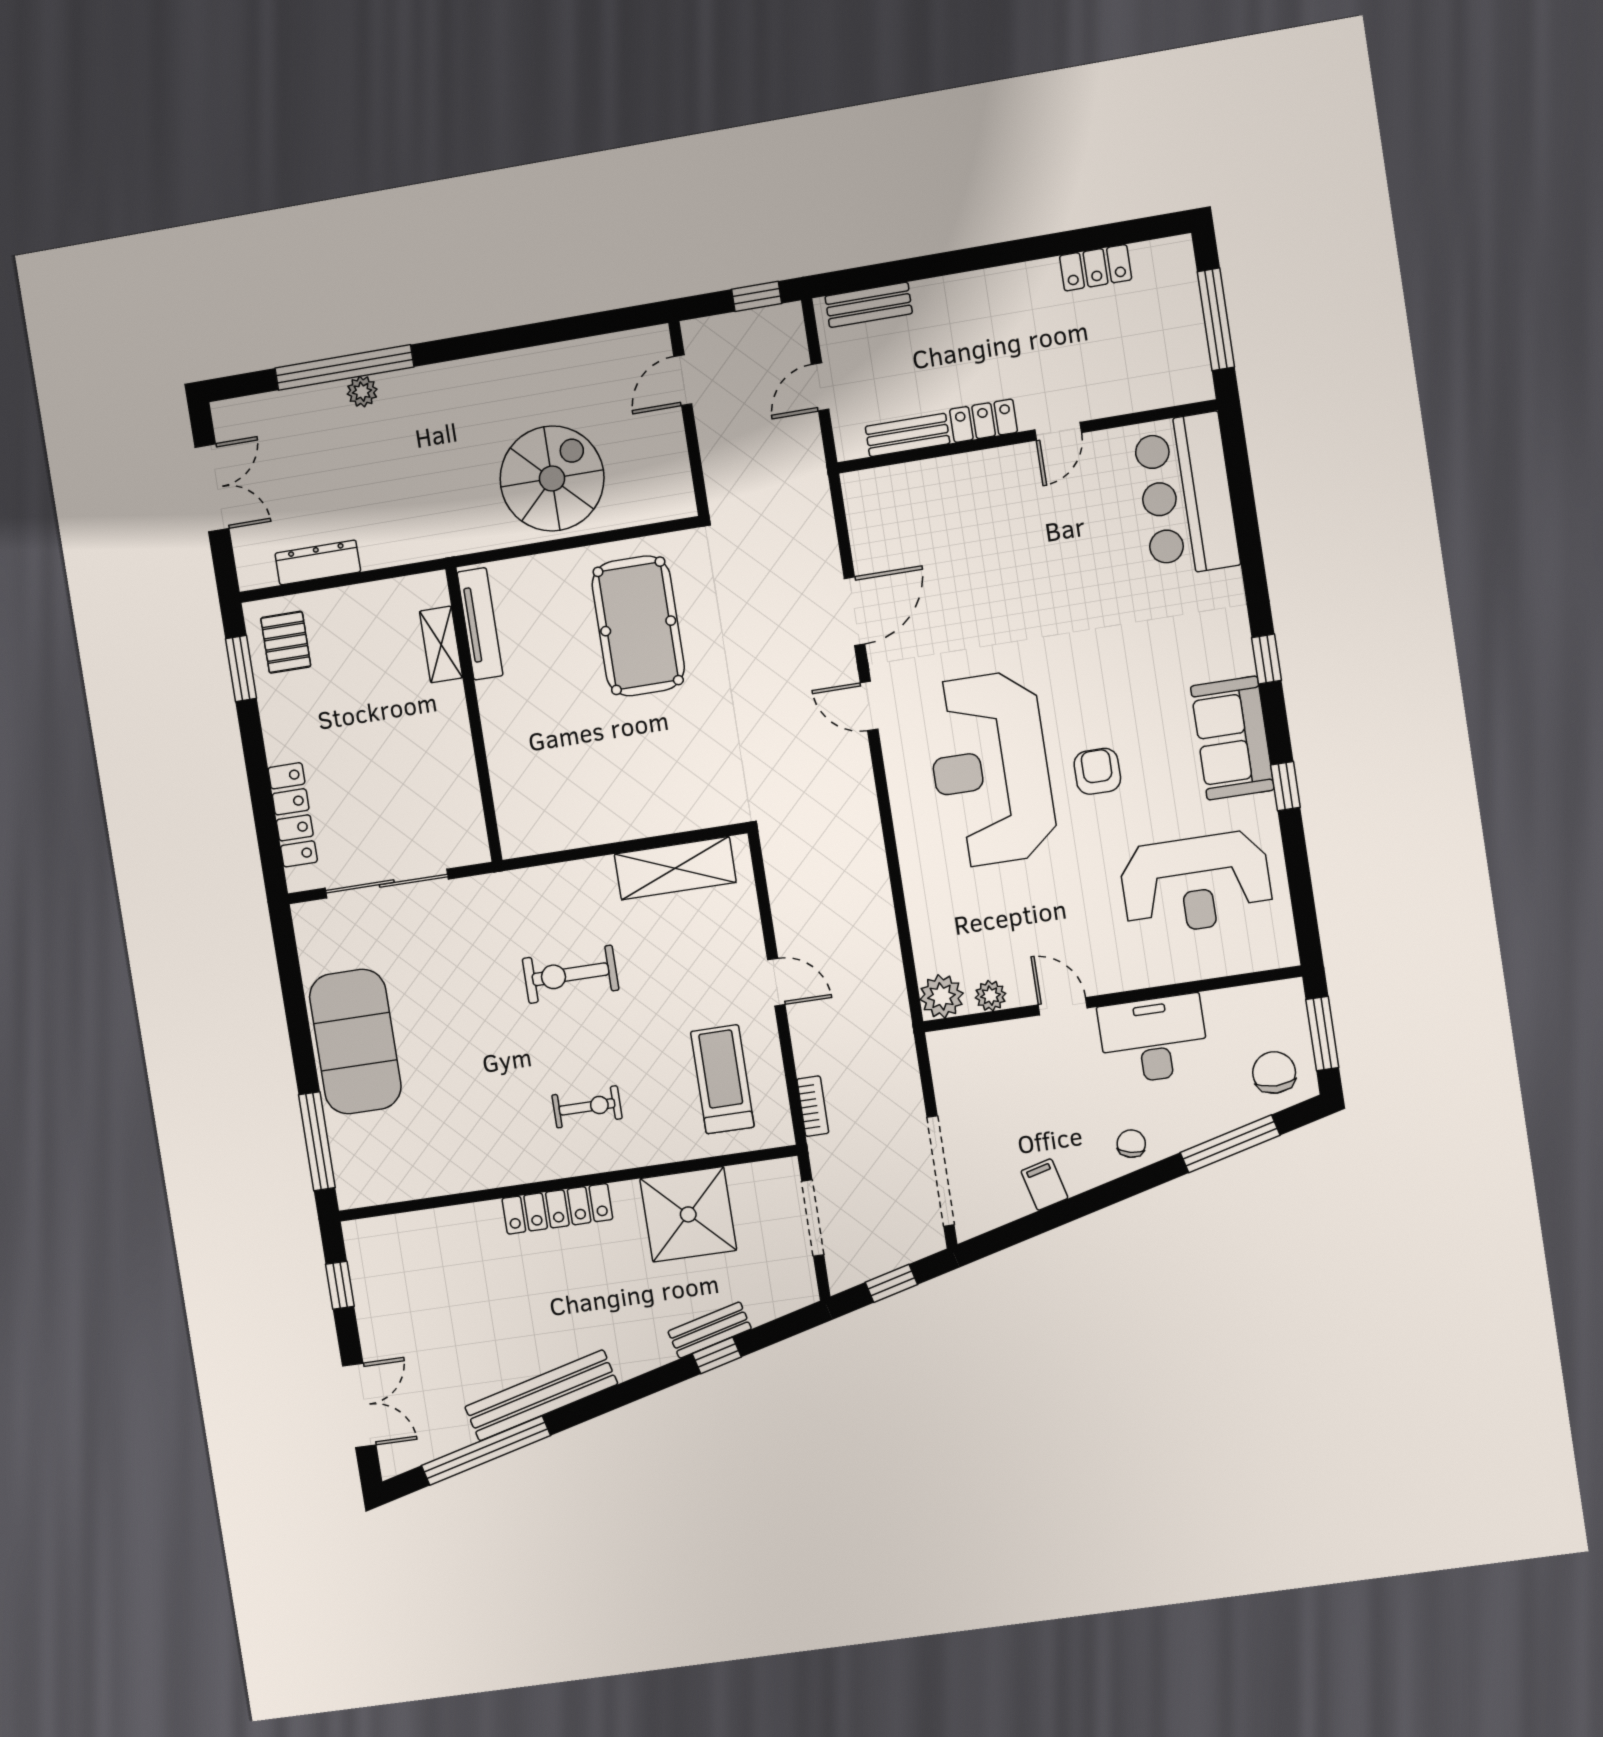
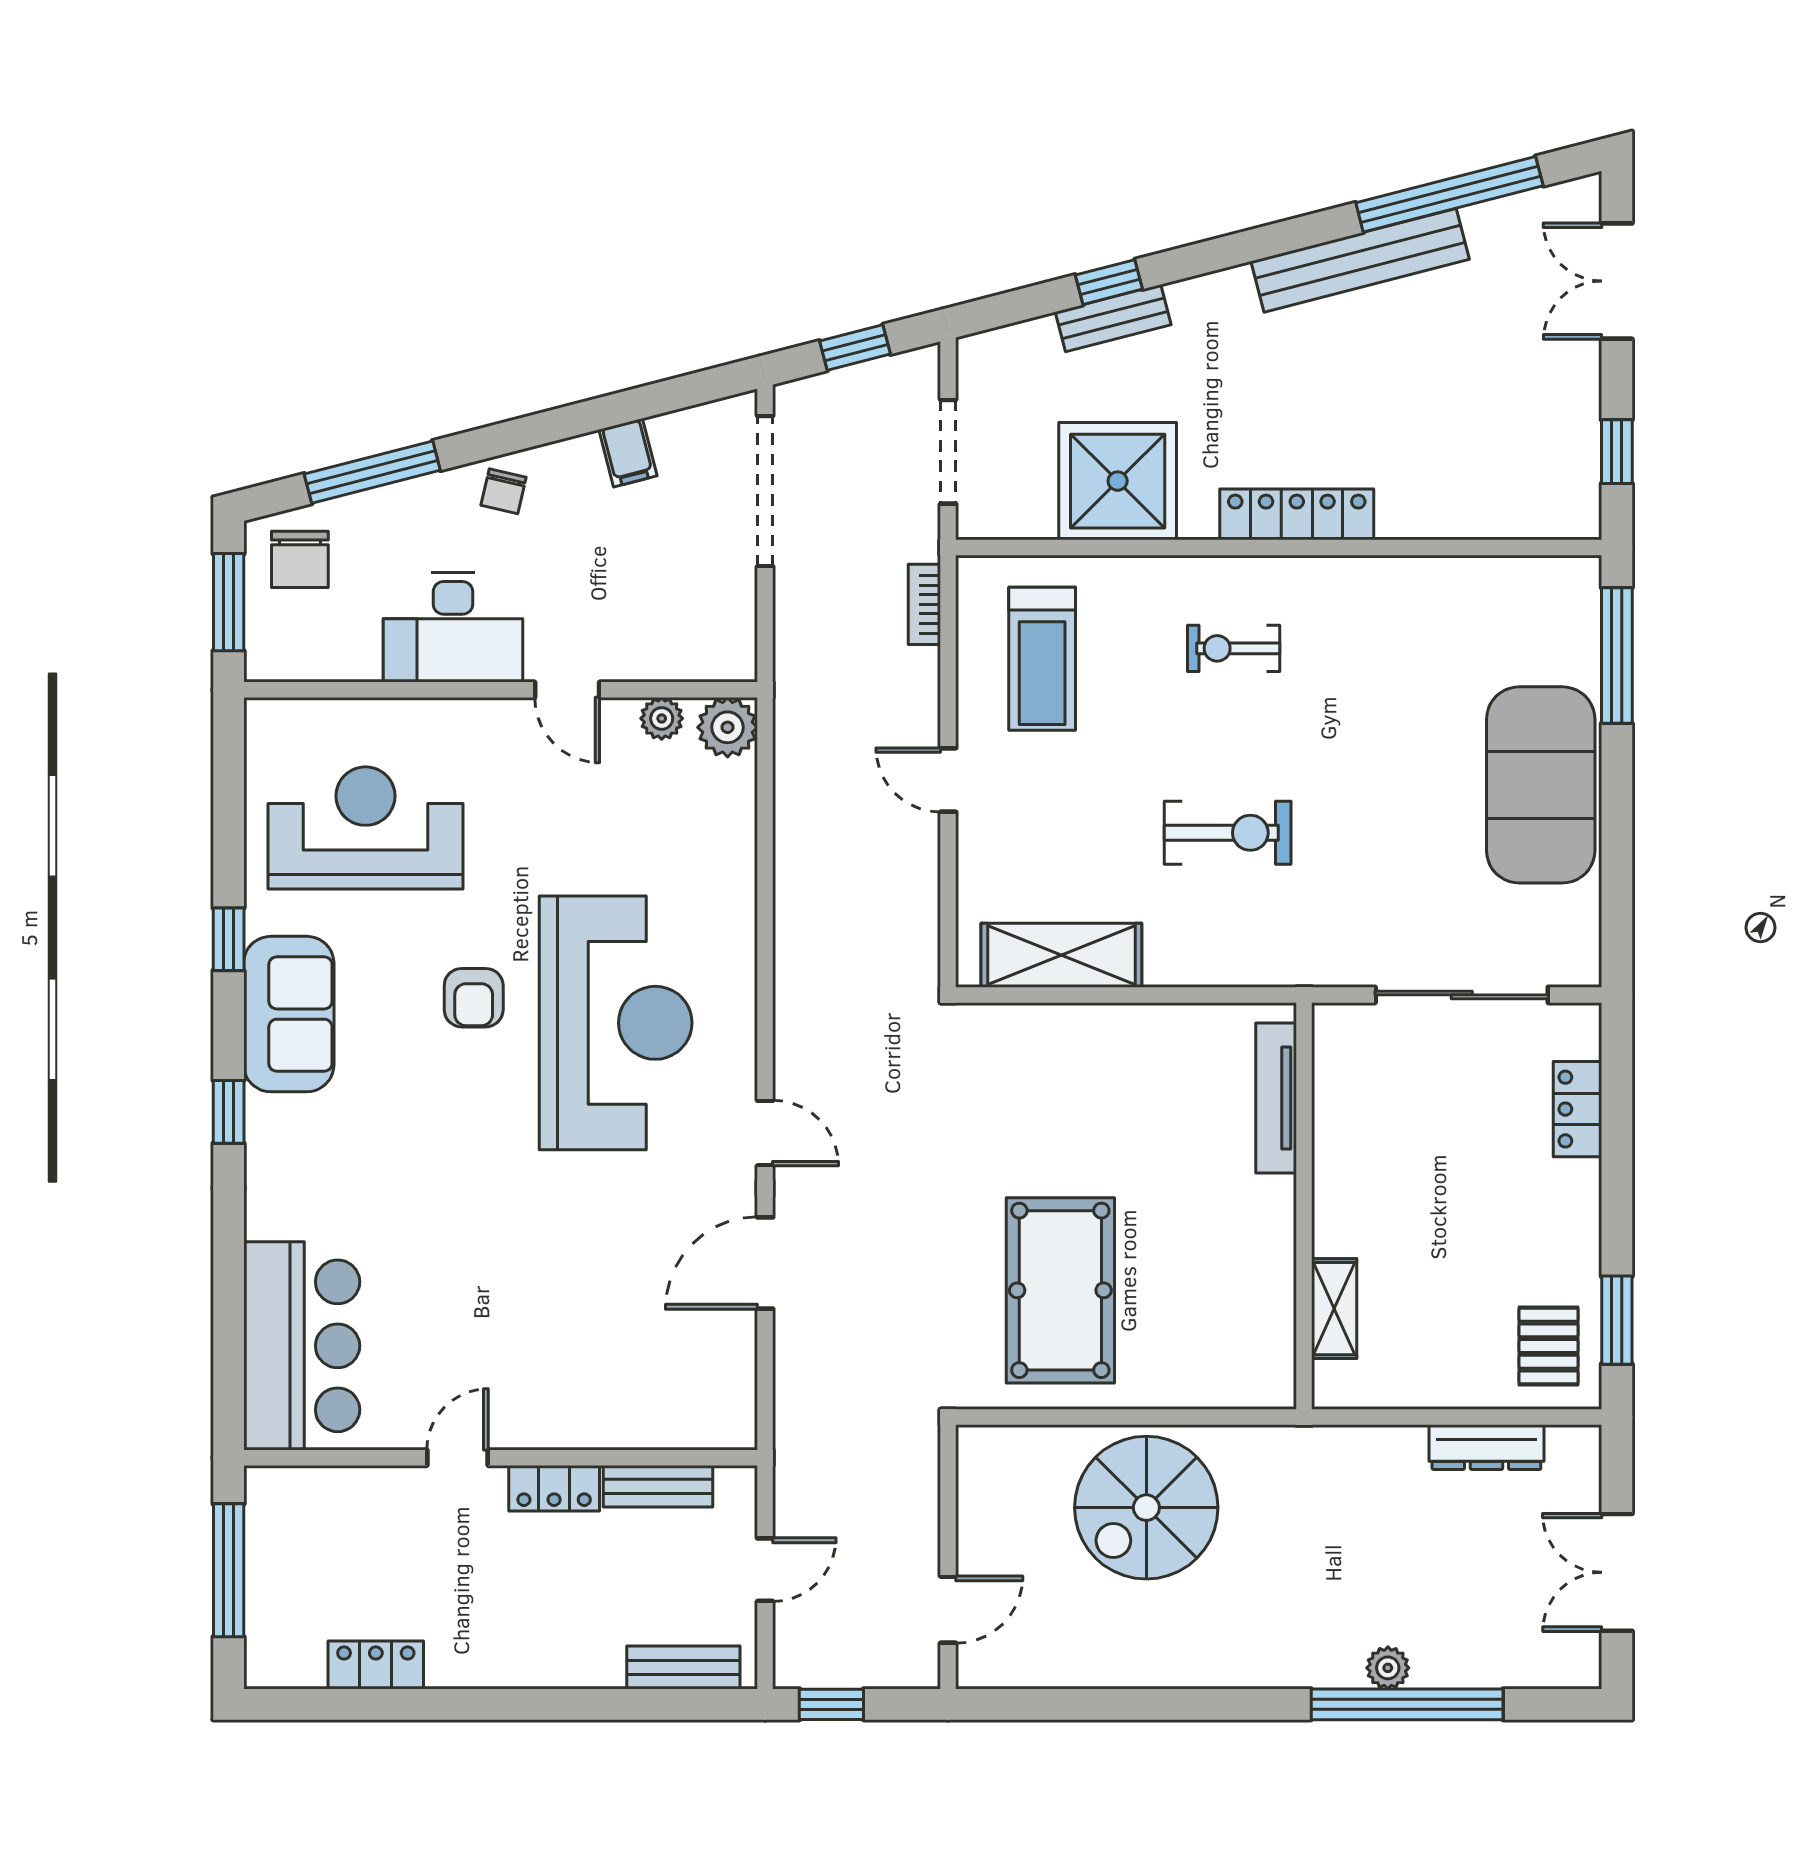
tv unit: (480, 624) -> (1276, 1098), moved
locker: (293, 815) -> (1577, 1109), width x0.66

